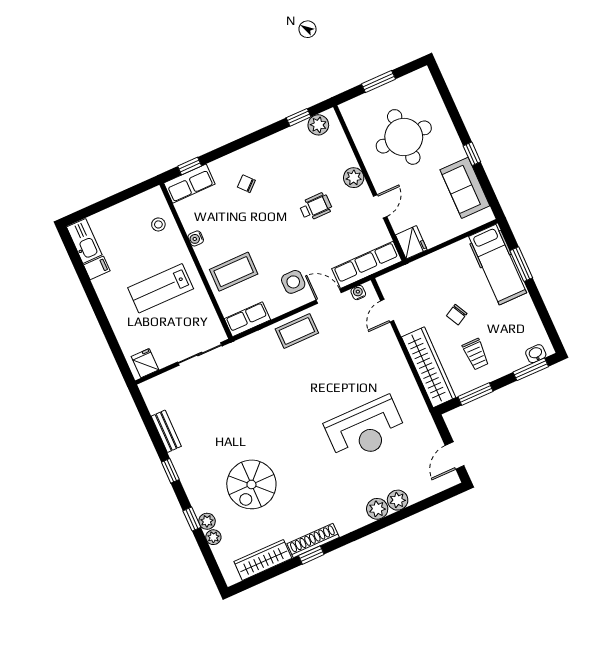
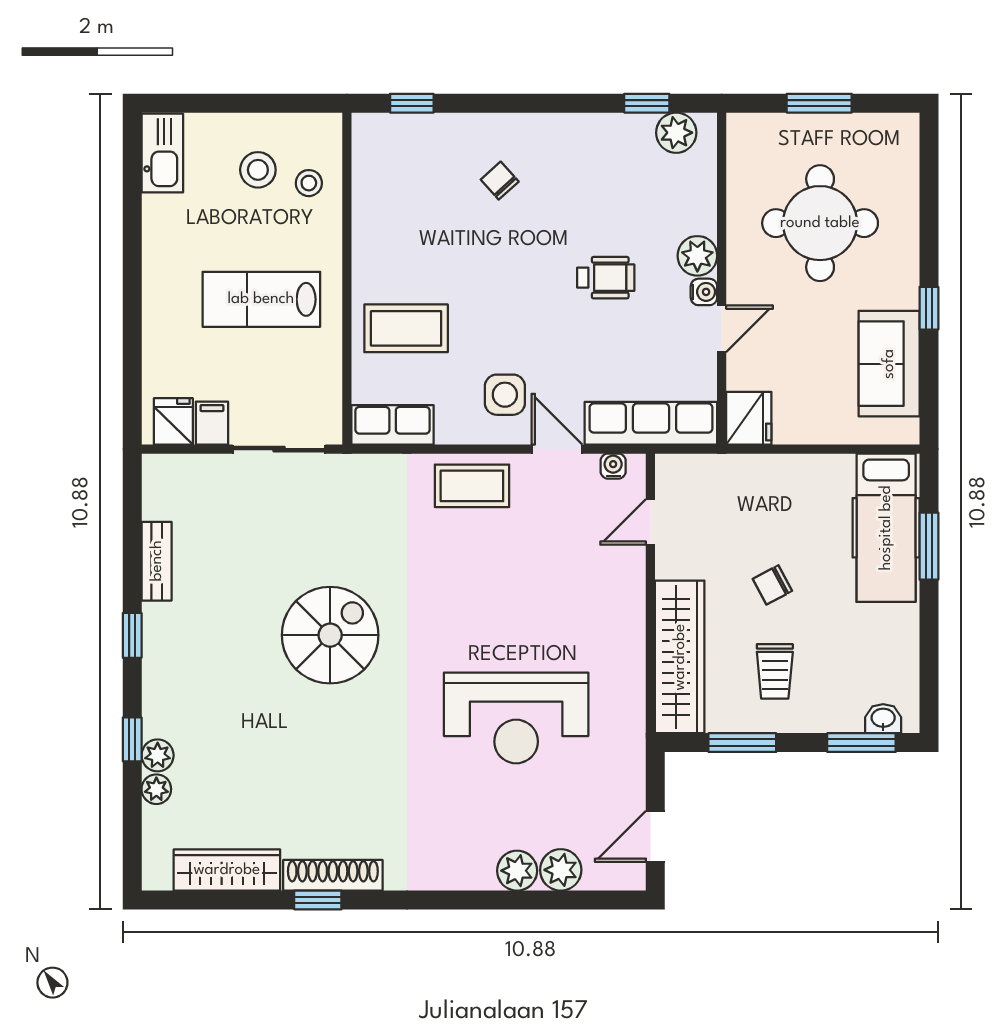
row of seats: (189, 184) -> (397, 134), removed
stool: (132, 229) -> (258, 170), added
water cooler: (196, 238) -> (704, 292), moved, turned 180
filing cabinet: (97, 268) -> (212, 423), moved, turned -90
spiral stairs: (251, 484) -> (330, 635), moved, turned 180
plant: (377, 509) -> (561, 870), moved

